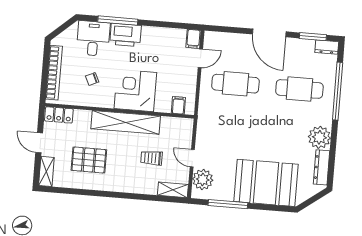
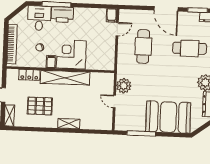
cafe table: (235, 84) -> (143, 46), turned 90
filing cabinet: (178, 105) -> (51, 62), moved
locker: (59, 115) -> (29, 75), moved
trolley: (152, 158) -> (85, 103), removed
plant: (203, 179) -> (124, 86), moved
shelving: (173, 190) -> (69, 124), moved

